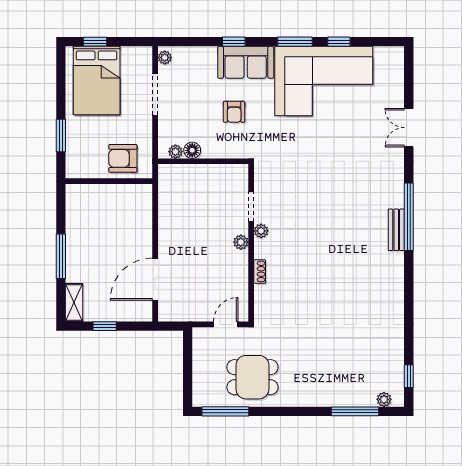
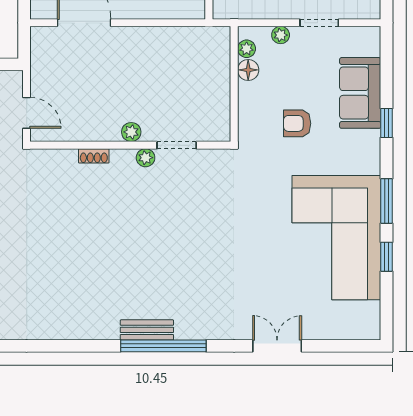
plant: (165, 58) -> (281, 35), moved
sofa: (246, 62) -> (360, 93), moved
doorway: (155, 94) -> (319, 23), width x0.73

